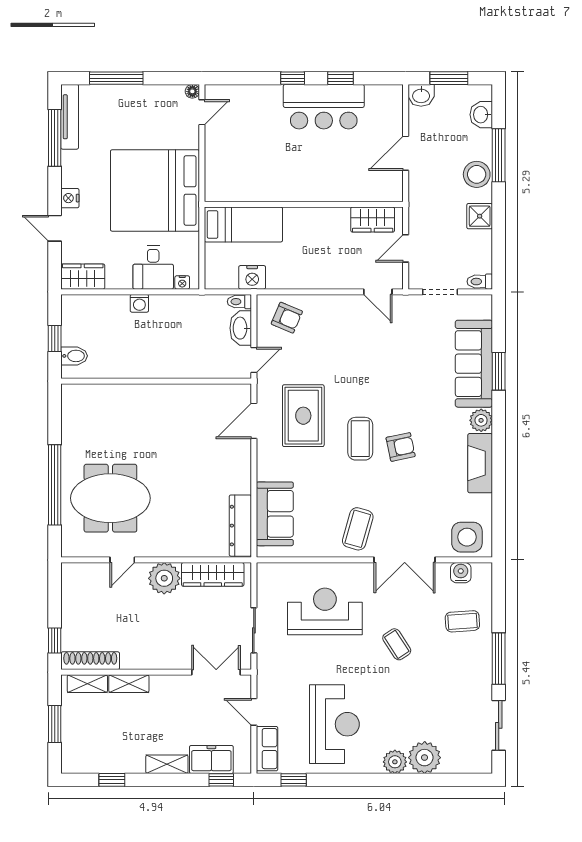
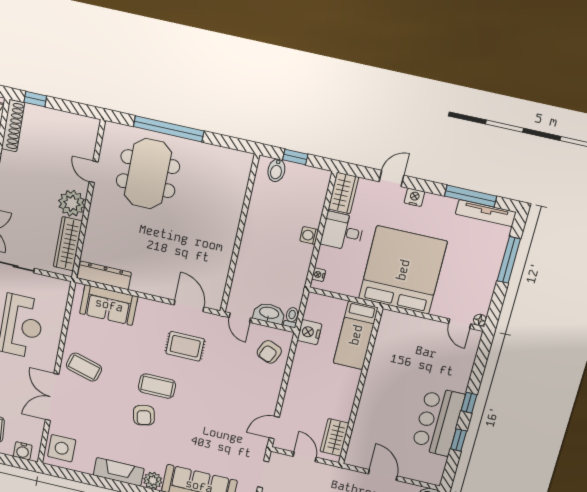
desk: (153, 268) -> (342, 231), moved
rug: (303, 416) -> (185, 346), width x0.73, depth x0.70
water cooler: (461, 573) -> (23, 451), moved, turned 90

